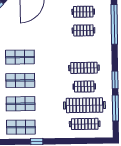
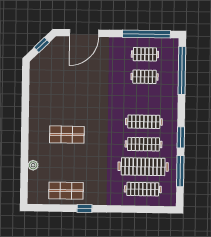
shop shelf: (20, 57) -> (67, 106), removed
clothes rail: (84, 87) -> (143, 144), width x1.36
shop shelf: (21, 104) -> (66, 163), removed

